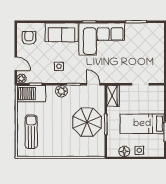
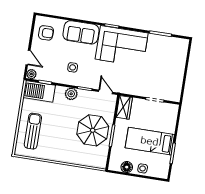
armchair: (29, 38) -> (46, 33), turned 90

